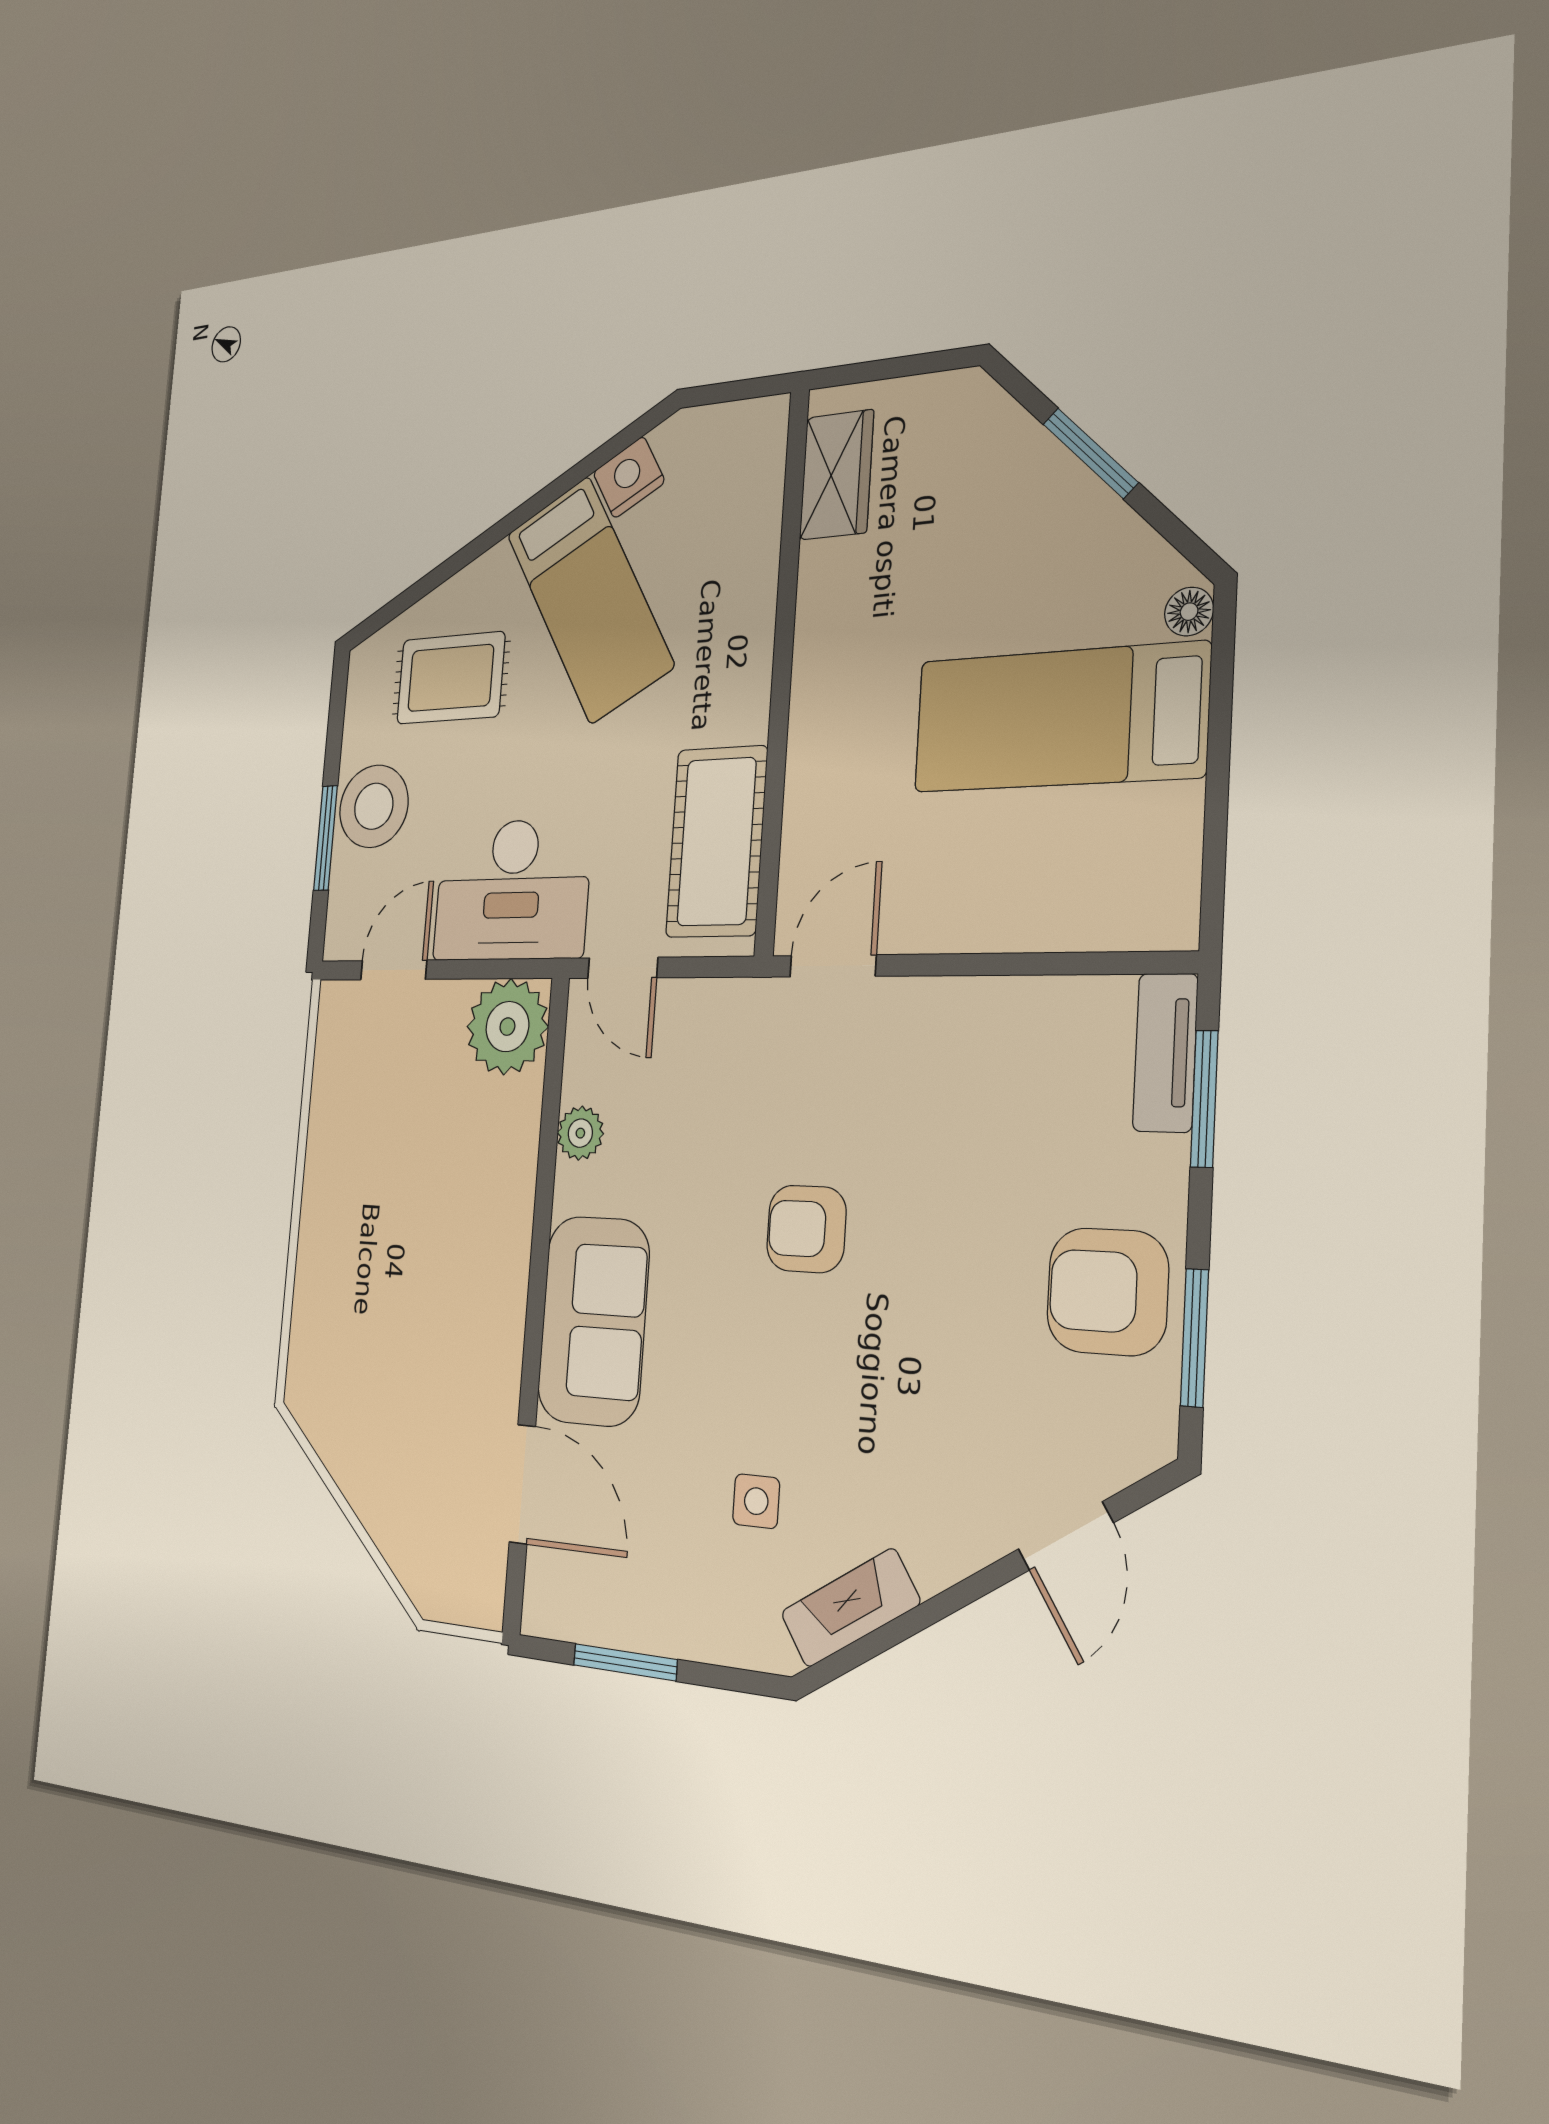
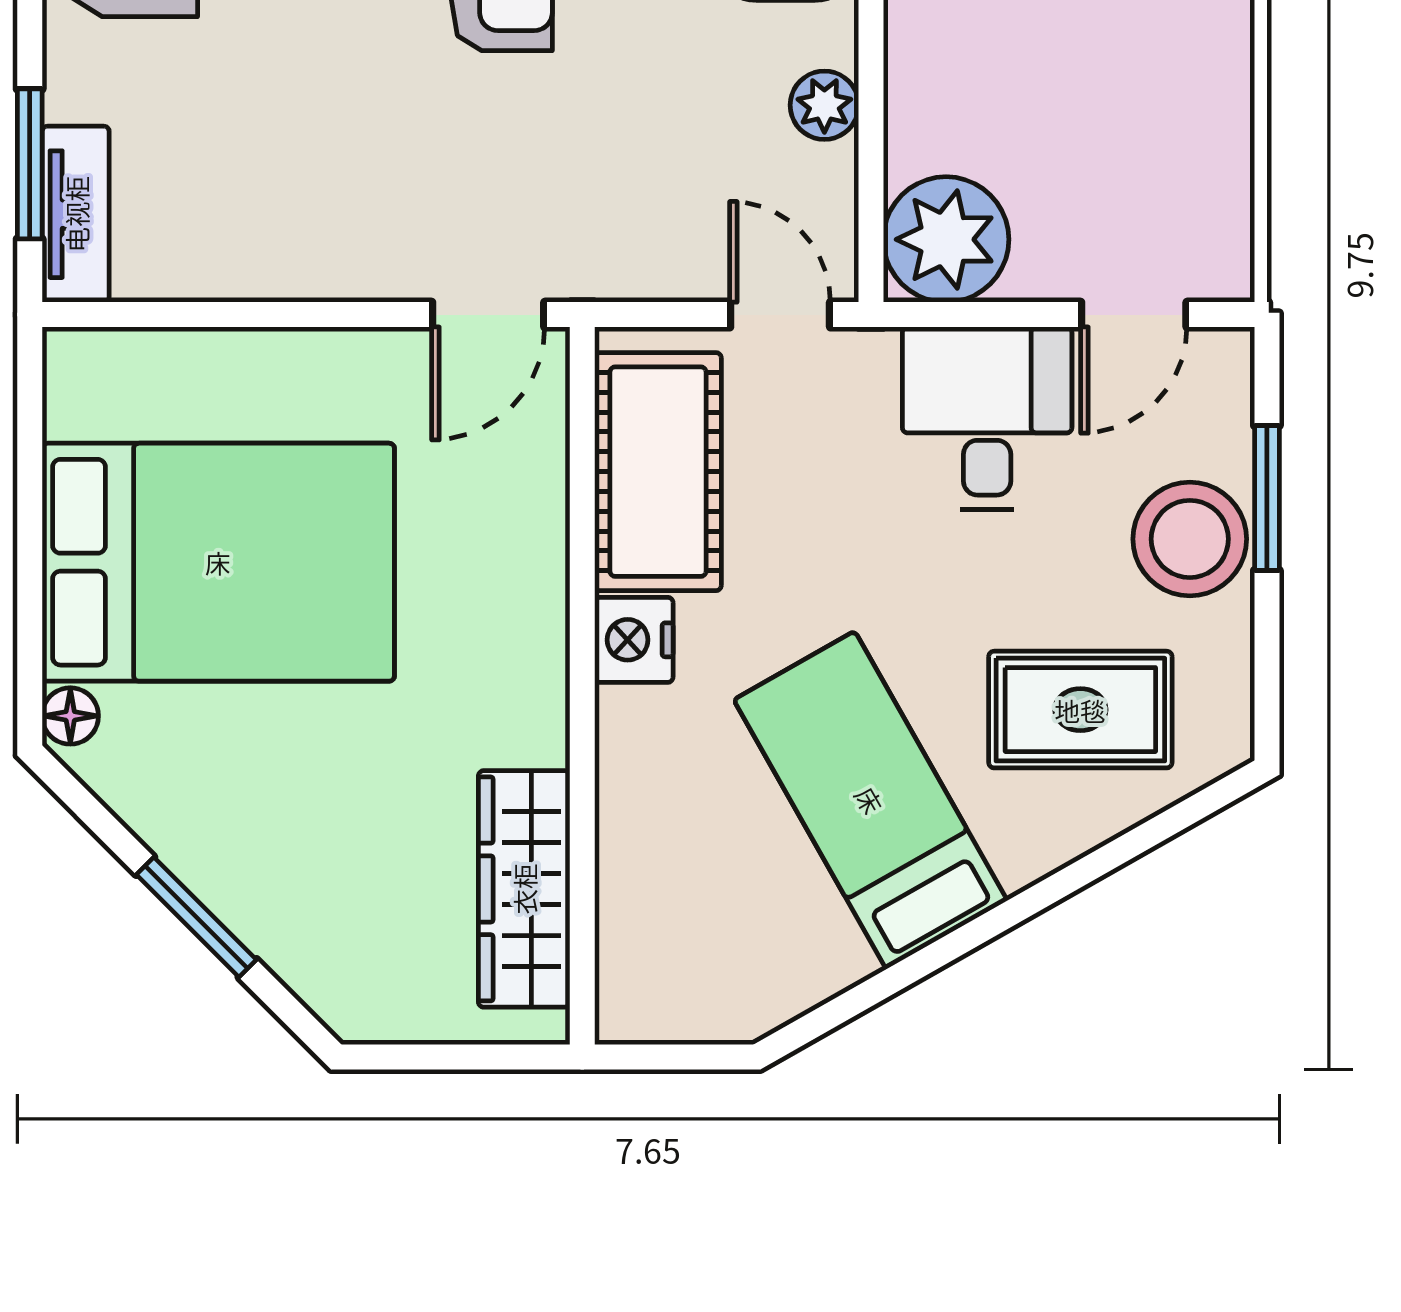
wardrobe: (837, 475) -> (524, 889), width x1.50
nightstand: (629, 477) -> (634, 640), moved, turned 120
bed: (1059, 718) -> (218, 562), width x1.50
desk: (512, 890) -> (987, 418), width x0.73

